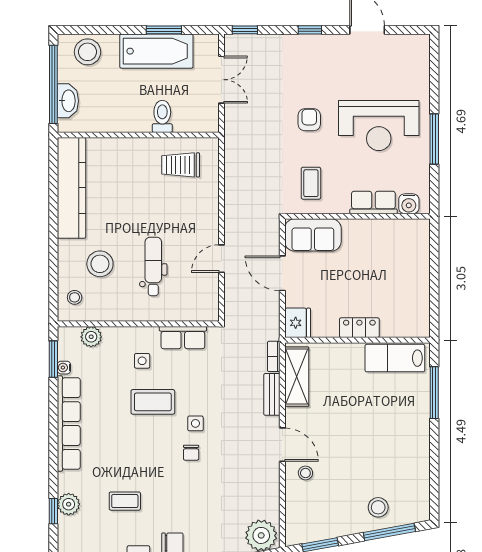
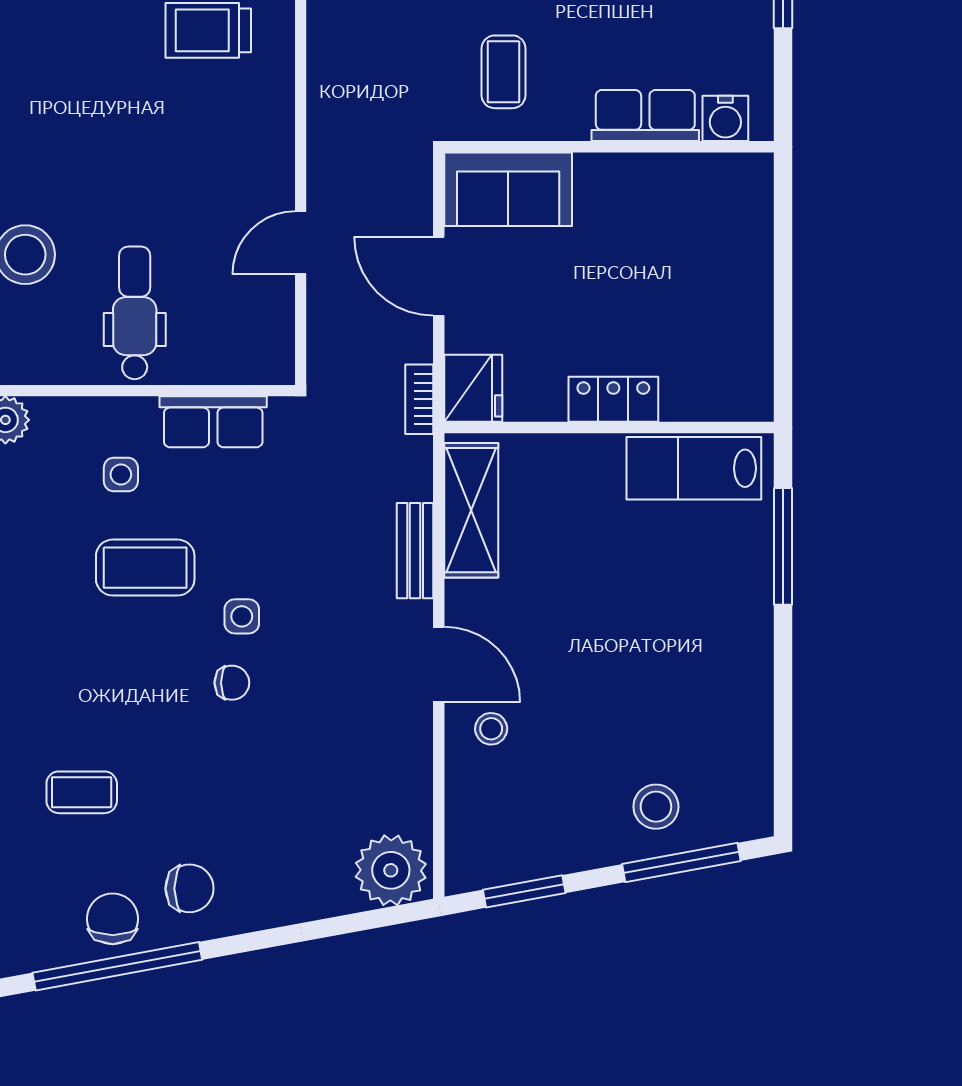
dental chair: (153, 266) -> (135, 313), moved
bookcase: (274, 356) -> (419, 399), moved
chair: (191, 453) -> (232, 683), turned -90

